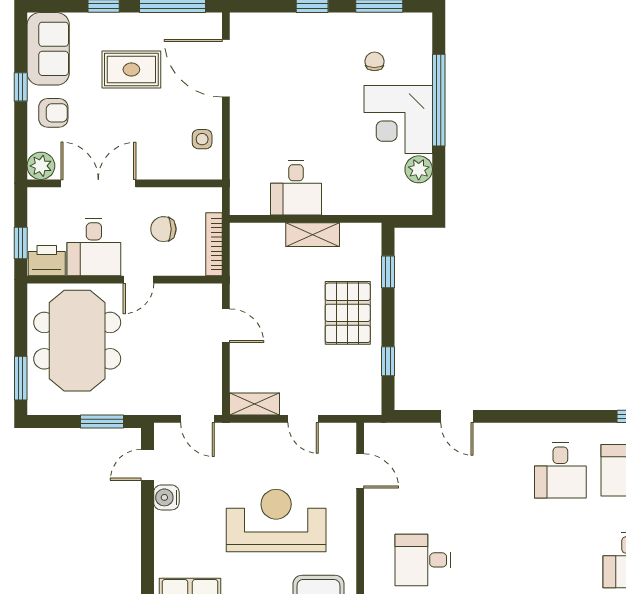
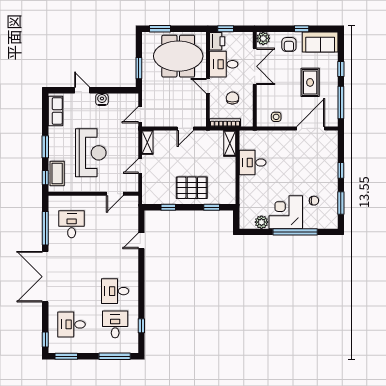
shelving: (313, 235) -> (230, 143), moved
door: (147, 465) -> (82, 90), moved

